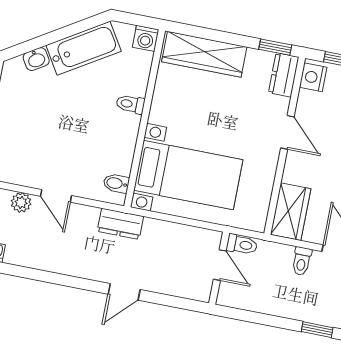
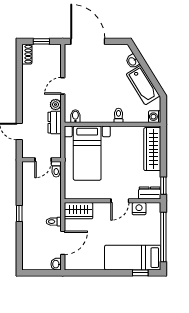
nightstand: (313, 77) -> (139, 209), moved
plant: (21, 202) -> (56, 105), moved
toilet: (242, 245) -> (56, 169), moved
door: (220, 265) -> (43, 160), moved
wall: (219, 268) -> (41, 160), moved
window: (317, 330) -> (19, 213), moved

